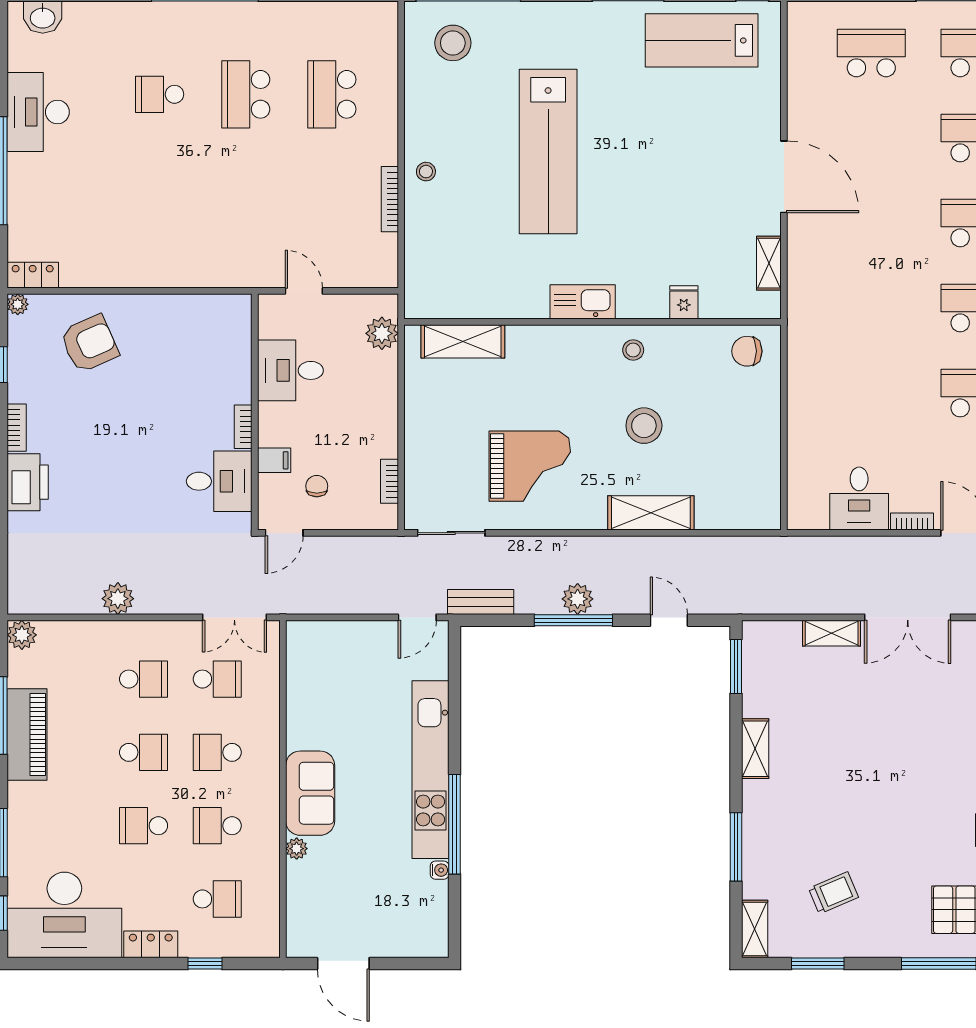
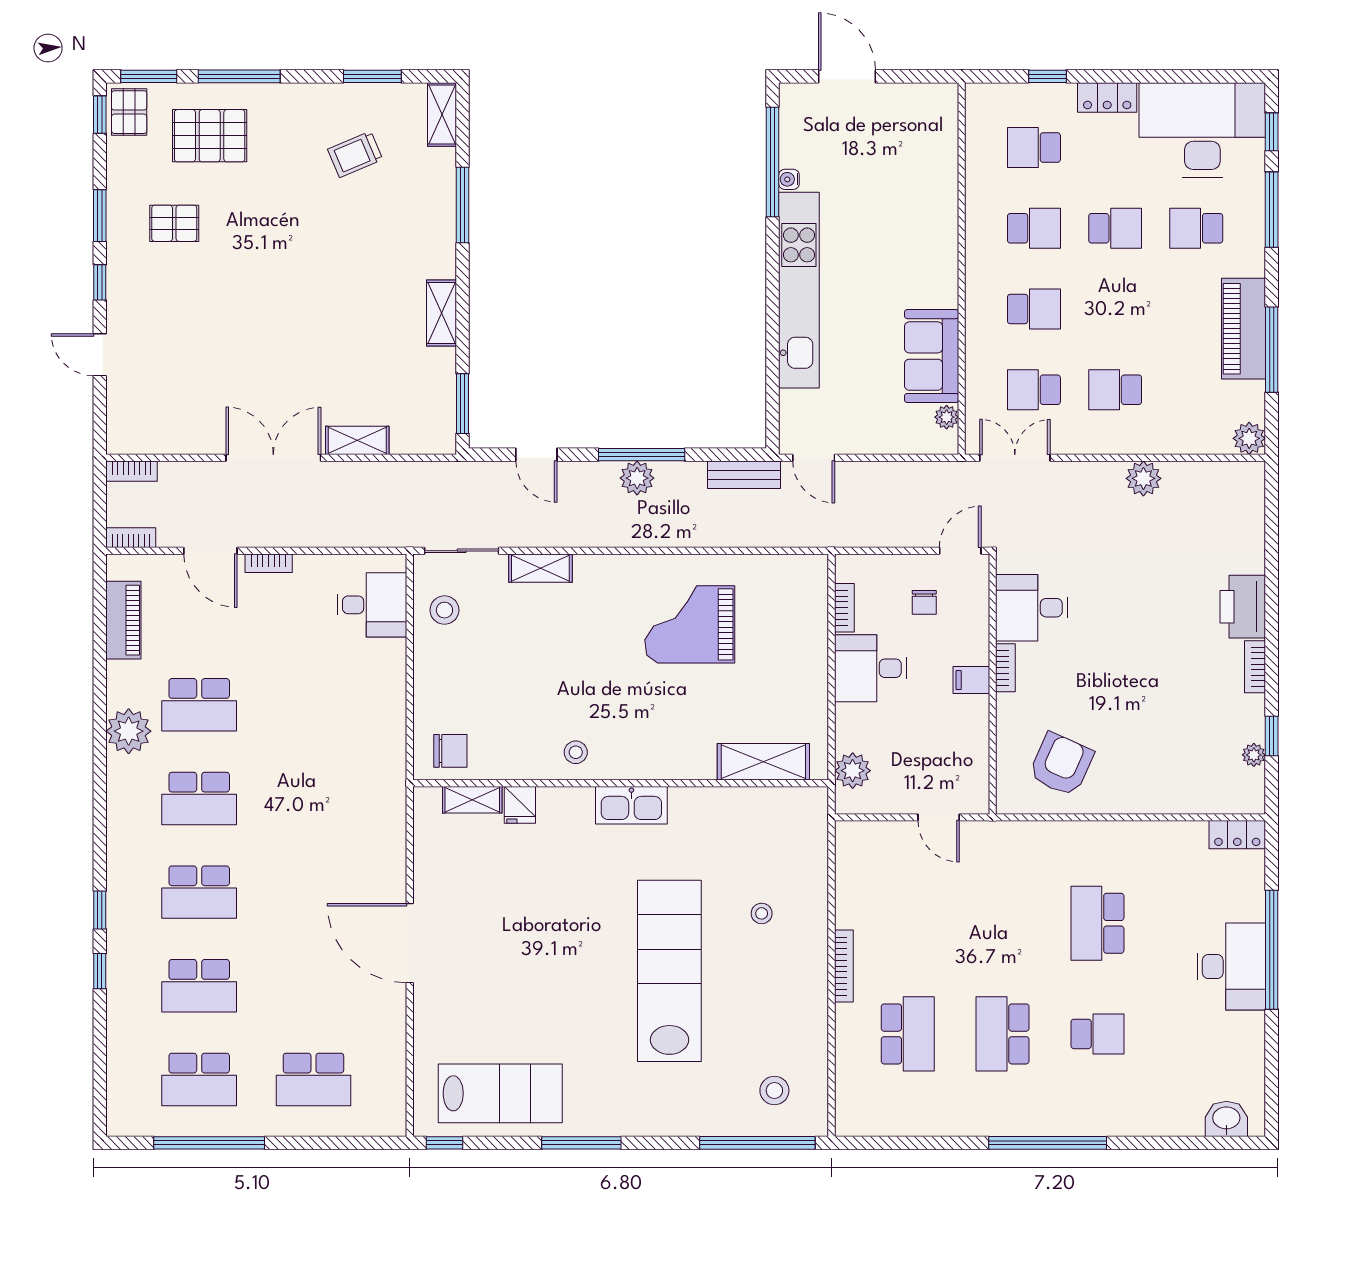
stool: (453, 43) -> (774, 1090), width x0.73, depth x0.73
school desk: (246, 94) -> (1003, 1034), turned 180
desk: (38, 112) -> (1231, 967), moved
stool: (426, 172) -> (762, 913), moved
school desk: (160, 195) -> (1097, 923), added
bookcase: (390, 199) -> (844, 966), moved
shelving: (769, 263) -> (472, 800), moved, turned 90
plant: (18, 304) -> (1254, 755), moved
armchair: (89, 344) -> (1061, 764), moved, turned 138
desk: (290, 370) -> (871, 668), moved, turned 180
stool: (644, 426) -> (444, 610), moved, width x0.73, depth x0.73
filing cabinet: (274, 460) -> (971, 680), moved
desk: (859, 499) -> (372, 605), moved, turned 90
shelving: (651, 513) -> (540, 568), width x0.67, depth x0.75
sliding door: (451, 533) -> (462, 551), moved
door: (417, 617) -> (814, 458), swing flipped
school desk: (144, 752) -> (1196, 228), moved
sofa: (310, 793) -> (932, 356), moved
window: (455, 824) -> (773, 162), moved
plant: (297, 849) -> (947, 417), moved
door: (343, 964) -> (847, 76), moved

